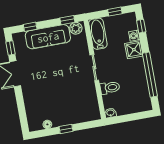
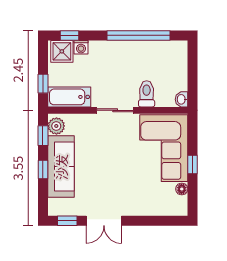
window: (115, 12) -> (43, 84), moved
window: (30, 27) -> (43, 169), moved
shower: (134, 50) -> (62, 51), moved
corner sofa: (74, 107) -> (164, 148), added

